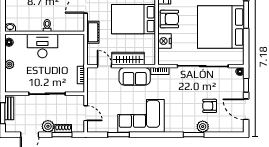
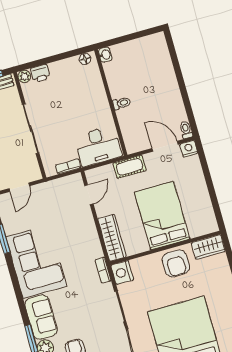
nightstand: (165, 41) -> (122, 273), moved, turned -90
desk: (42, 46) -> (98, 146), moved, turned 90
wardrobe: (128, 59) -> (112, 238), moved
plant: (9, 64) -> (24, 76), moved
printer: (10, 76) -> (40, 73), added
sofa: (135, 76) -> (41, 317), moved, turned 180

